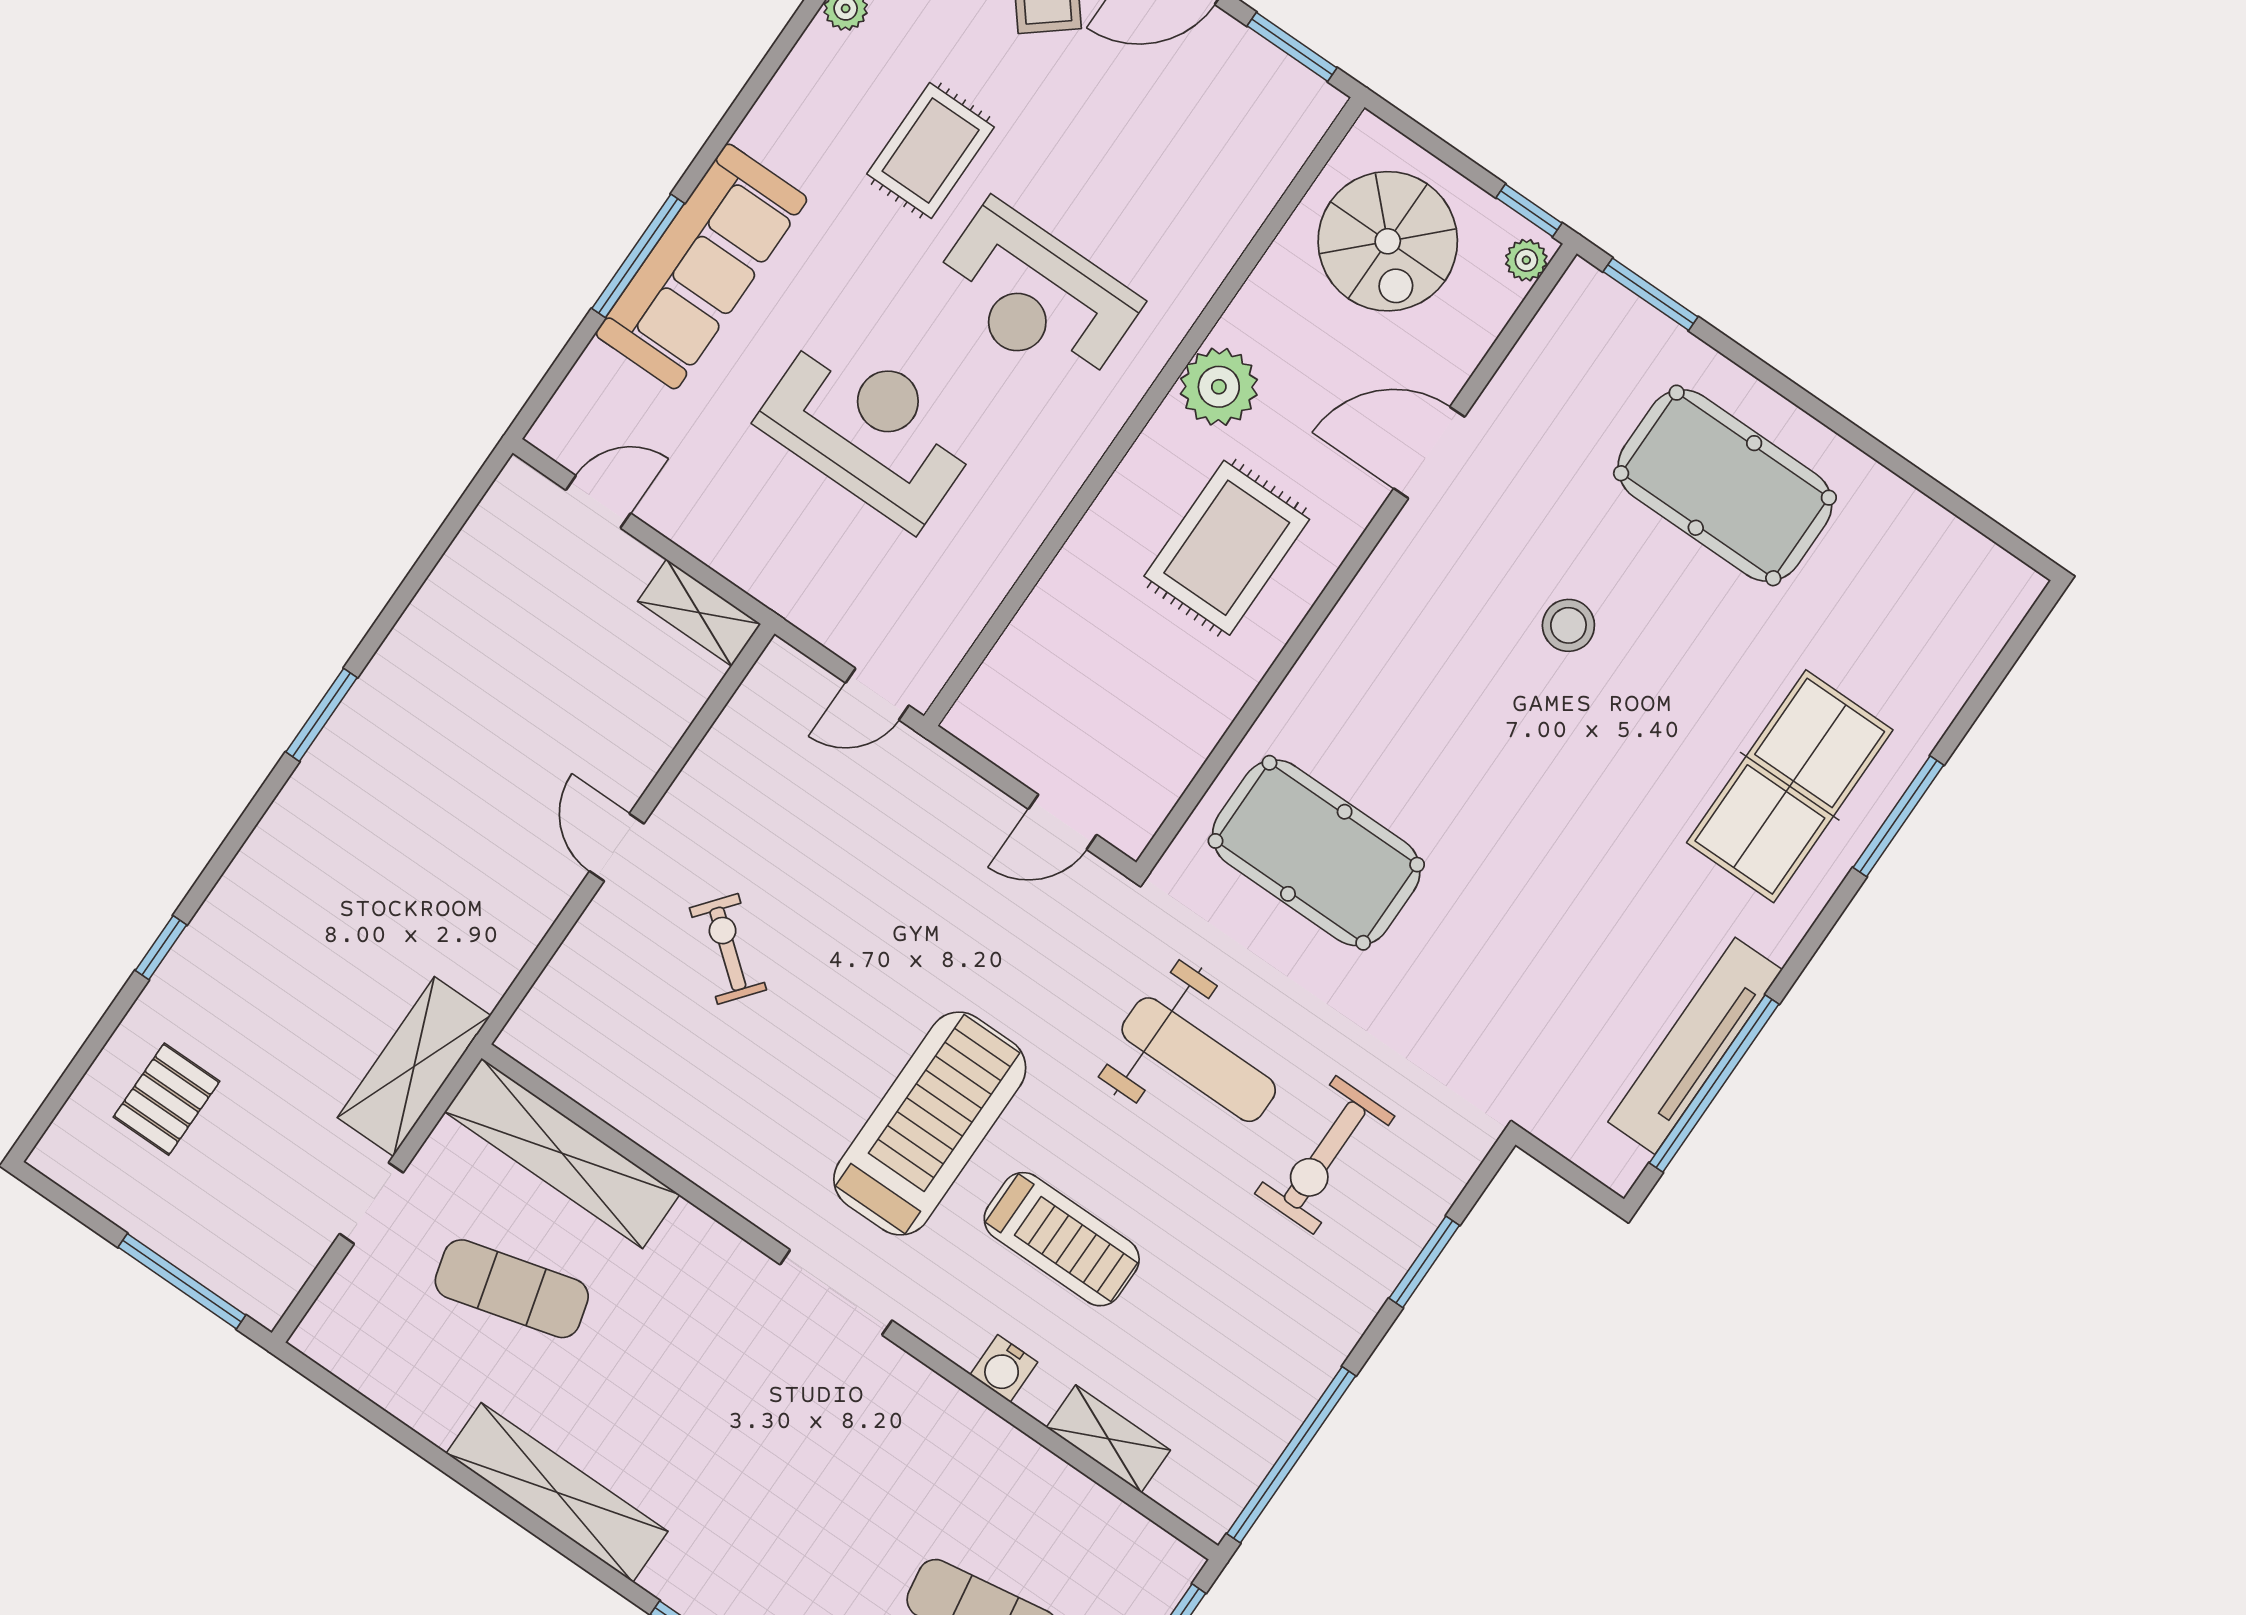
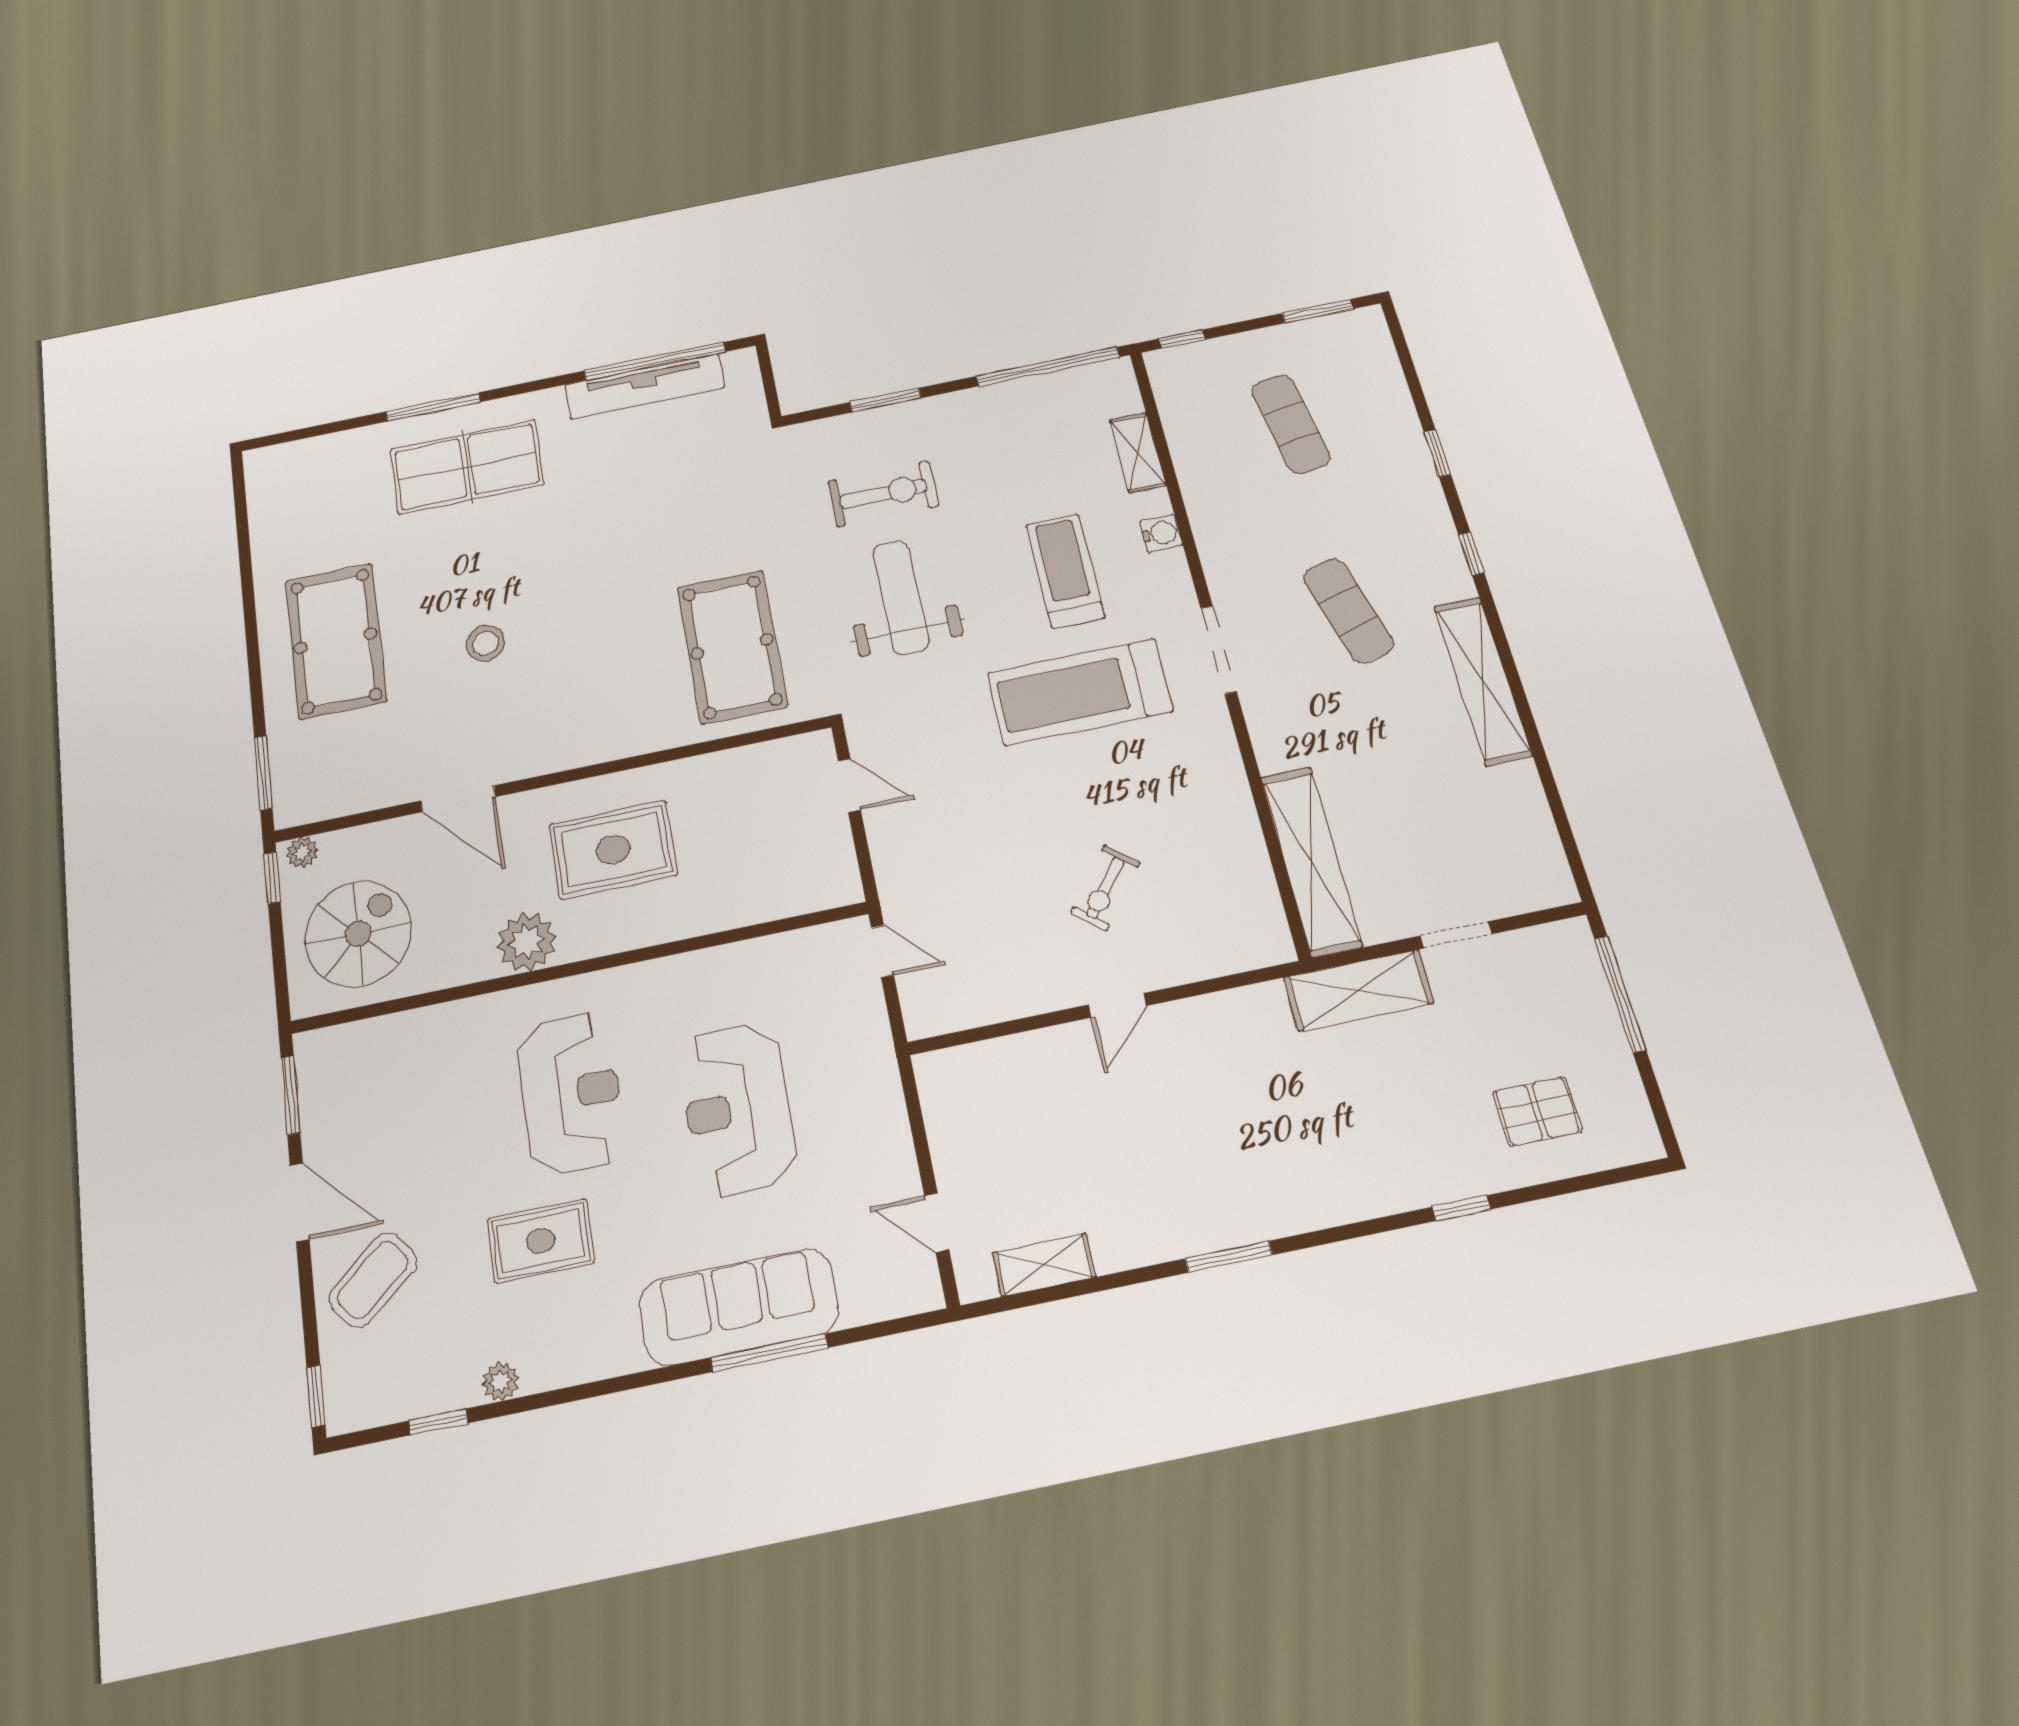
shelving: (699, 613) -> (1044, 1265), moved, turned 90
exercise mat: (512, 1289) -> (1348, 611), moved

